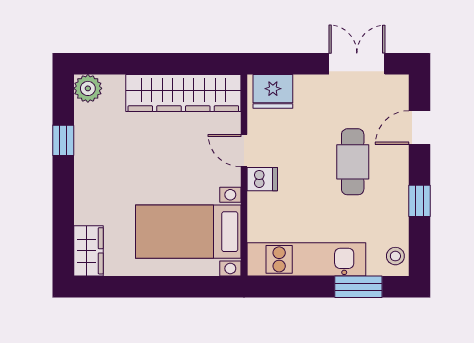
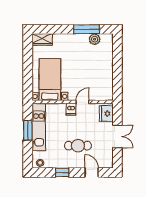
double door: (357, 64) -> (117, 136), moved
plant: (88, 88) -> (95, 39), moved
wardrobe: (183, 93) -> (106, 78), removed
window: (63, 140) -> (87, 29), width x2.17
window: (358, 287) -> (28, 130), moved

